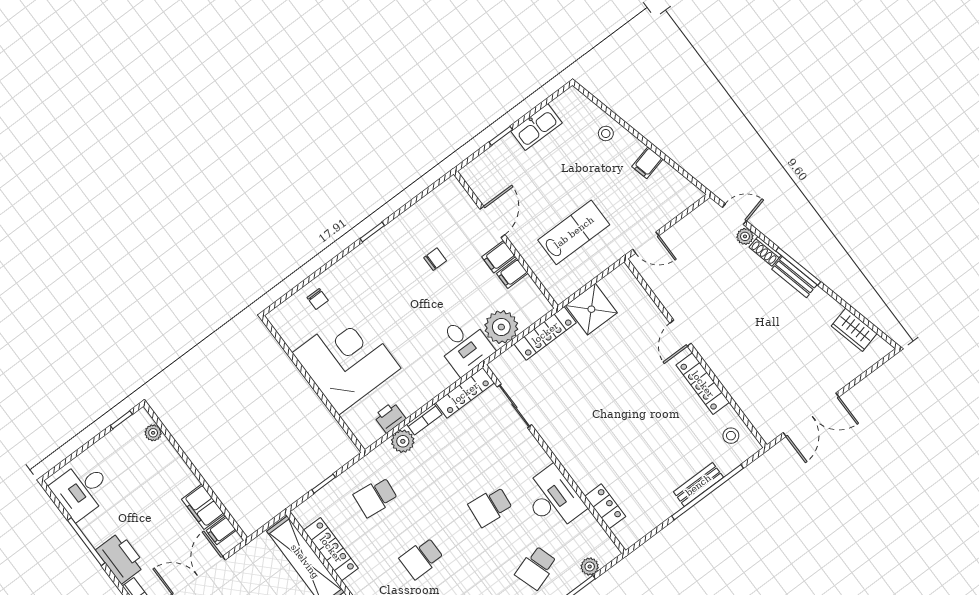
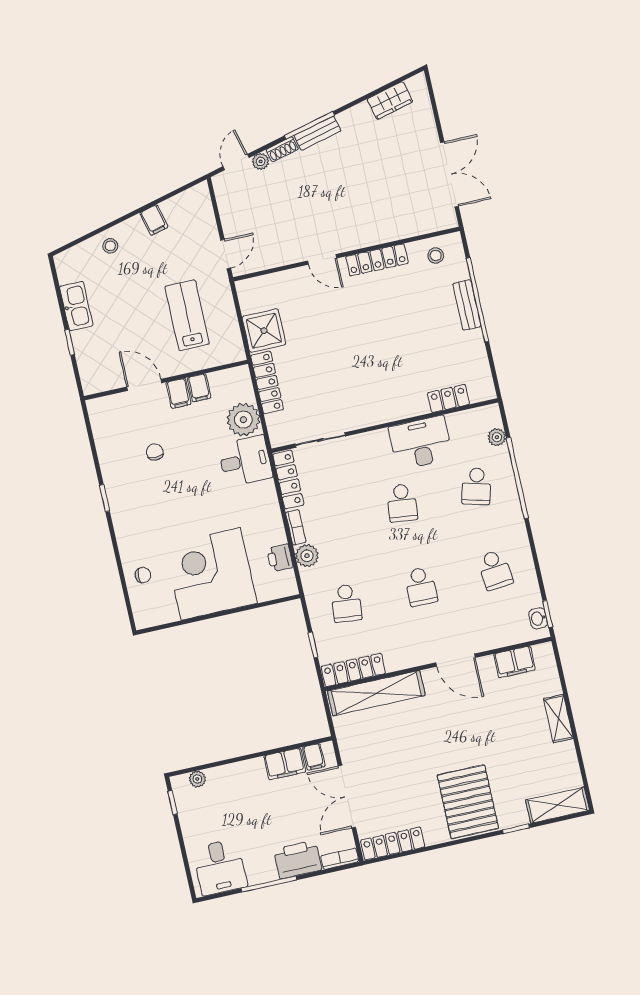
locker: (331, 549) -> (353, 670), moved
school desk: (536, 568) -> (476, 486), turned 33

